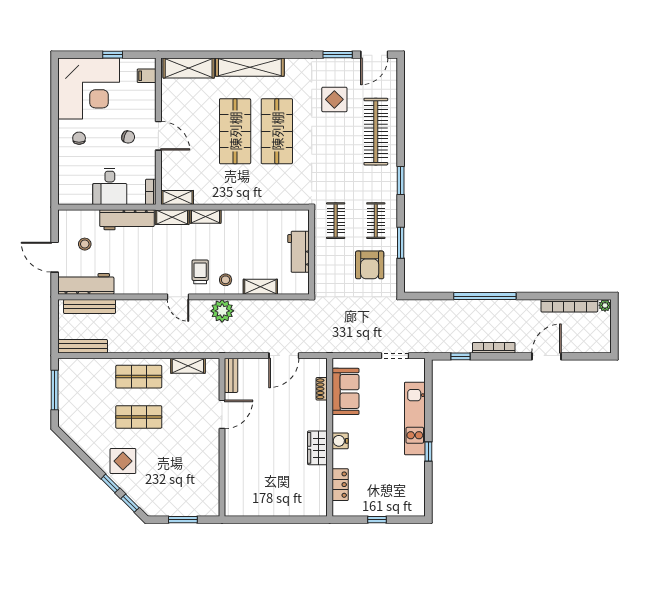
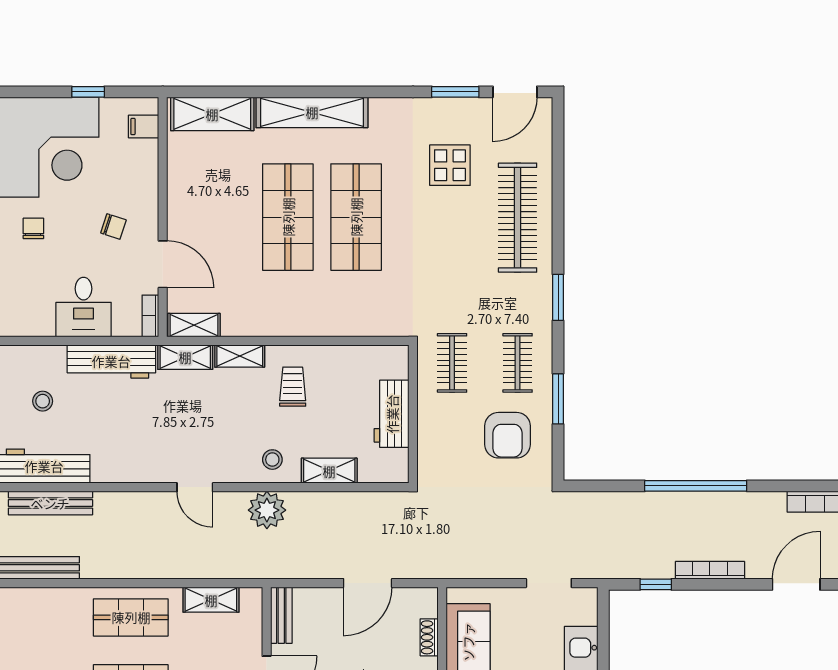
door: (158, 136) -> (163, 264), moved
trolley: (200, 272) -> (293, 387), moved

